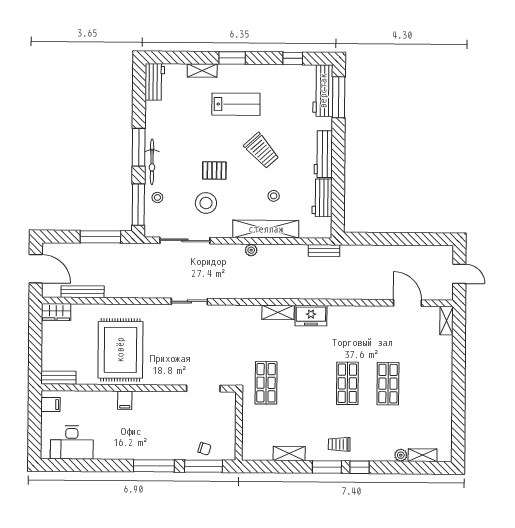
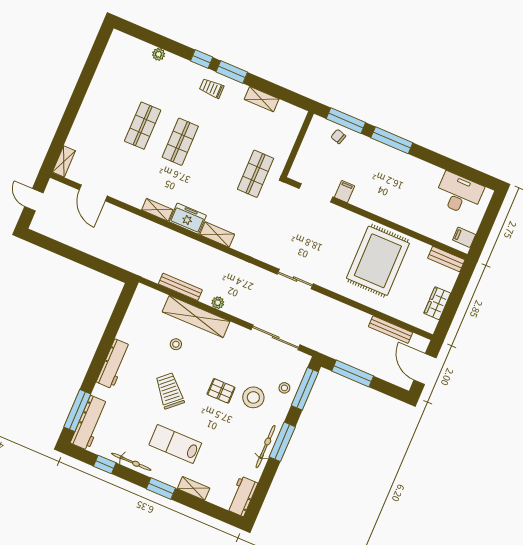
bicycle: (270, 71) -> (131, 462), added
bicycle: (152, 162) -> (266, 447), moved
workbench: (322, 198) -> (132, 324), removed
stool: (206, 203) -> (253, 397), moved
bench: (324, 250) -> (180, 287), moved, width x1.36
wardrobe: (56, 312) -> (437, 303), moved, turned -90
filing cabinet: (125, 400) -> (345, 192), moved
trolley: (339, 444) -> (212, 88), turned 180
shelving: (423, 455) -> (157, 210), moved

